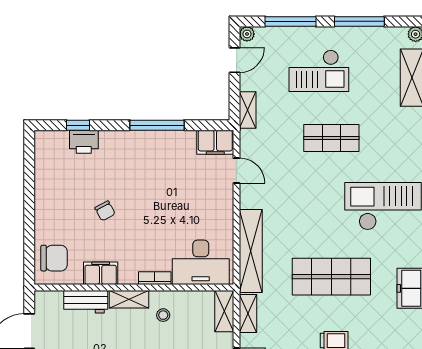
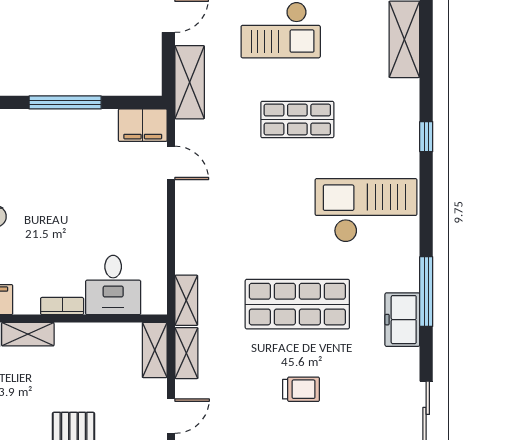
shelving: (248, 110) -> (190, 82), width x1.50, depth x1.33
shelving: (251, 251) -> (186, 300), width x0.45, depth x0.75
desk: (201, 262) -> (113, 285), width x0.73
stool: (163, 315) -> (73, 355), removed

